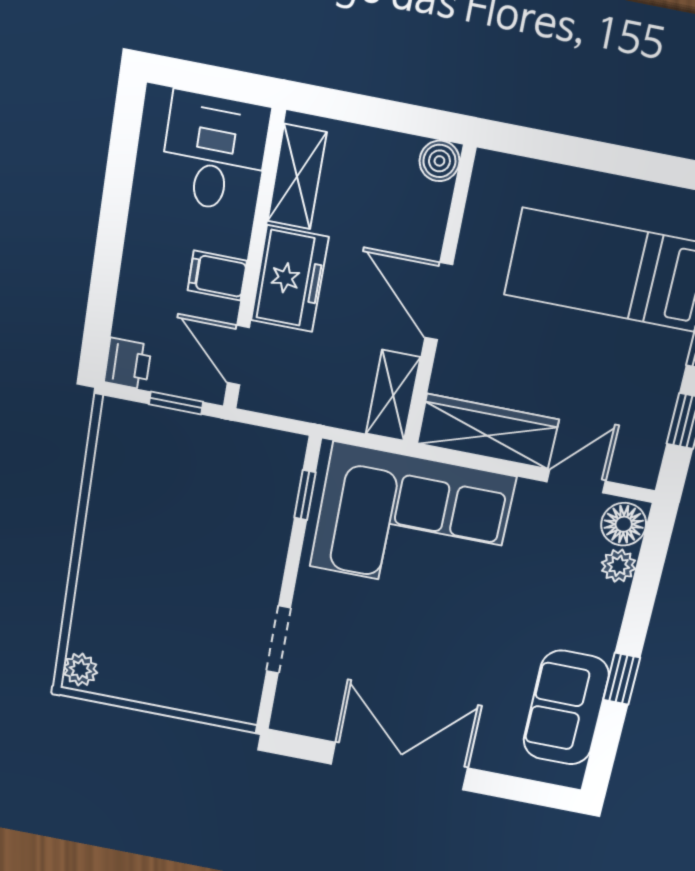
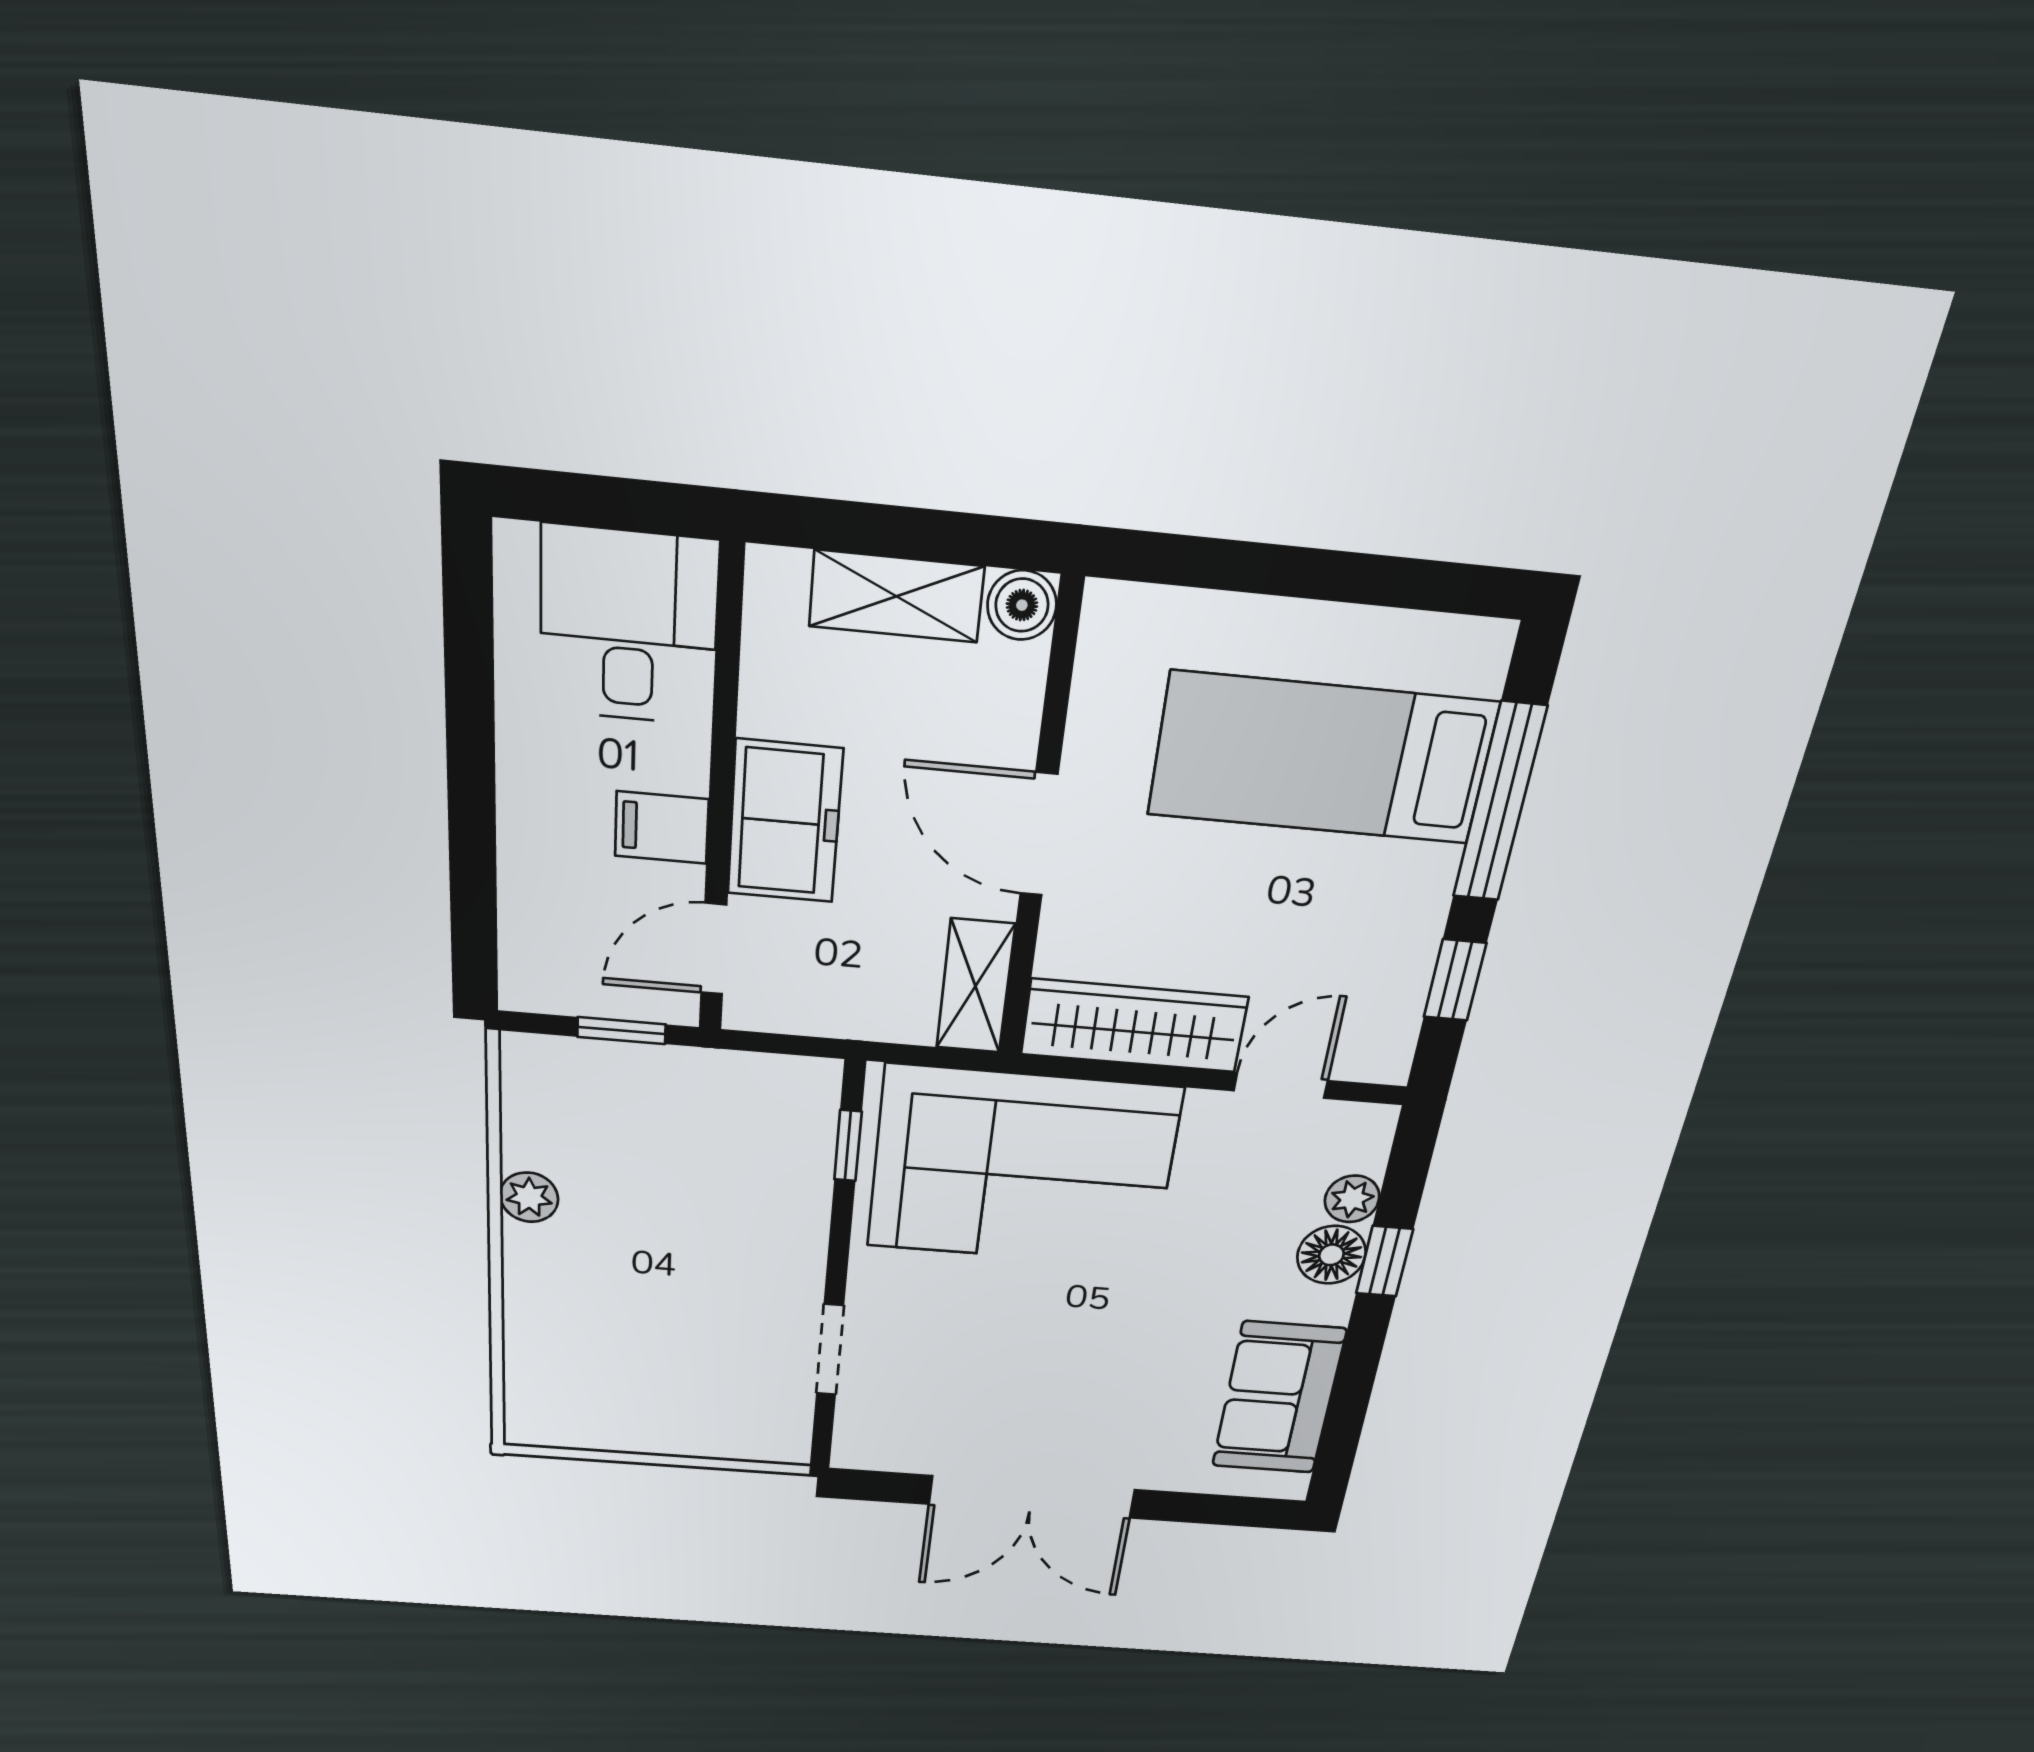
shelving: (297, 177) -> (896, 596), moved, turned 90
door: (238, 355) -> (714, 949), hinge flipped
printer: (128, 364) -> (533, 979), removed
floor lamp: (624, 524) -> (1331, 1255), moved
plant: (80, 670) -> (529, 1197), moved
window: (622, 679) -> (1384, 1261), moved
double door: (399, 766) -> (1032, 1497), swing flipped

